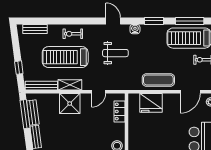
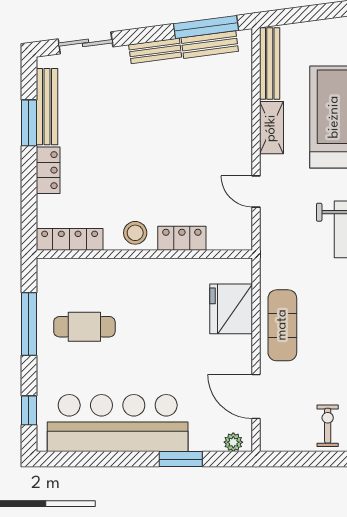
window: (19, 68) -> (310, 13), removed
shower: (70, 104) -> (230, 127), removed
locker: (119, 111) -> (182, 238), moved

